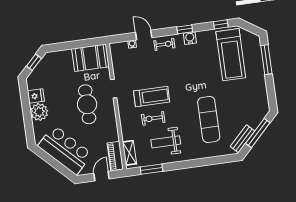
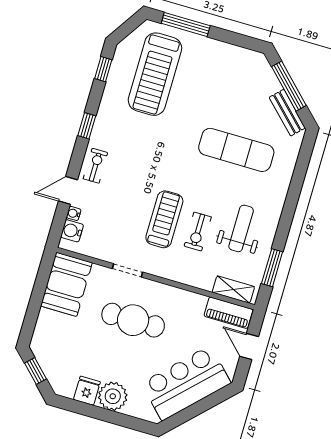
water cooler: (190, 38) -> (72, 231), moved
treadmill: (231, 55) -> (155, 74), turned 90
weight bench: (166, 142) -> (241, 228), turned 180

